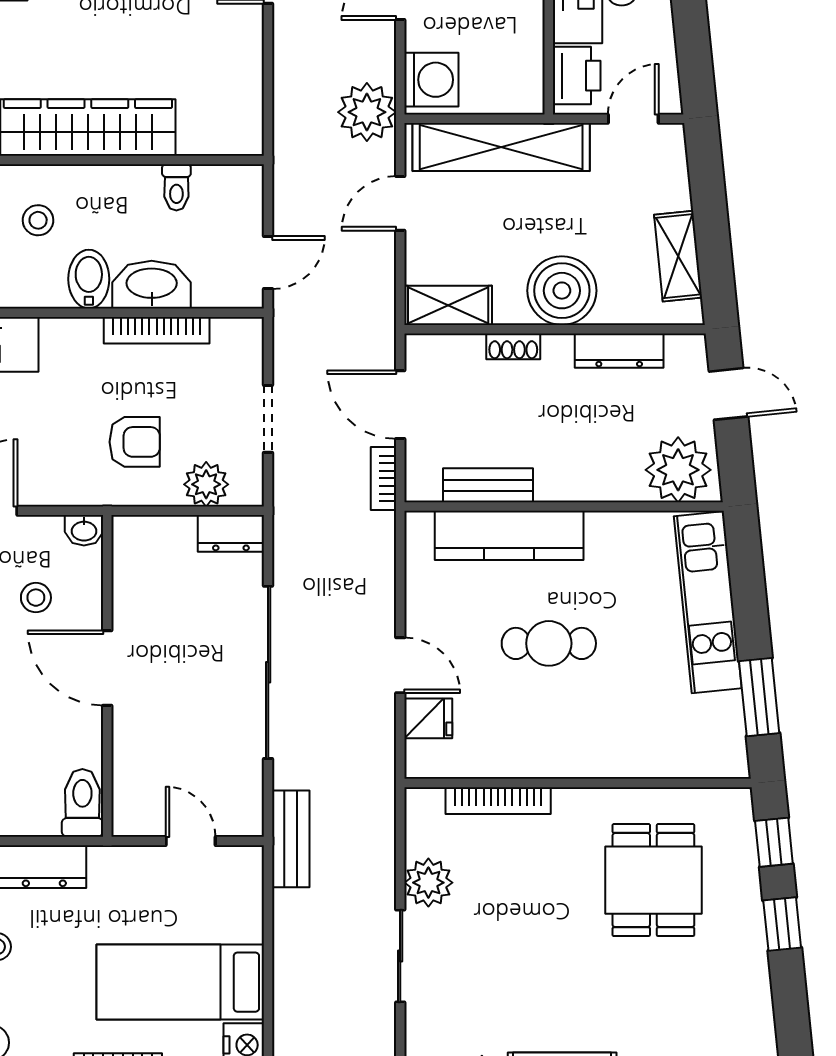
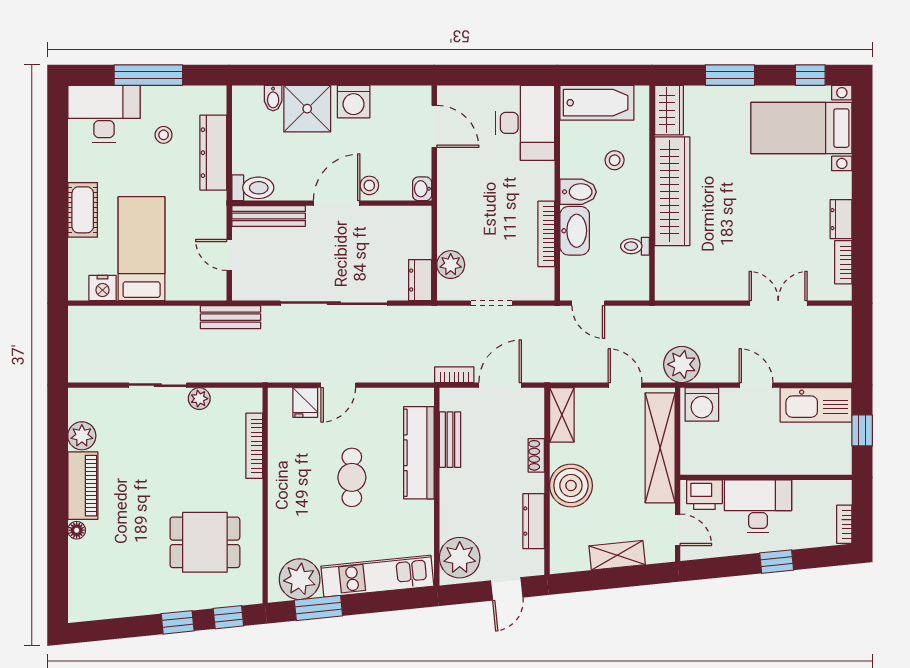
shelving: (678, 256) -> (617, 555), moved
armchair: (135, 442) -> (477, 220), removed
stool: (36, 598) -> (369, 185), moved
plant: (713, 728) -> (300, 579), added
bench: (128, 777) -> (269, 216), added
door: (191, 841) -> (229, 255), swing flipped
plant: (428, 883) -> (199, 399), width x0.73, depth x0.73

